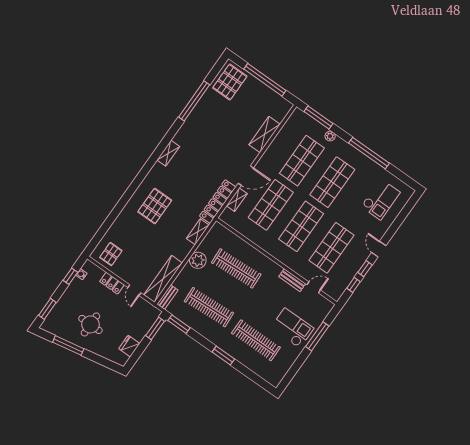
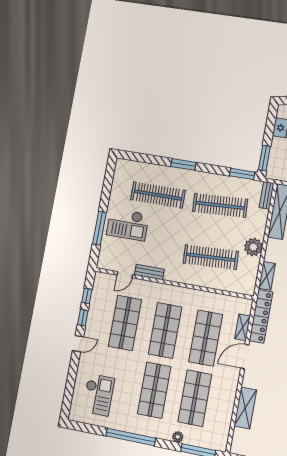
checkout: (381, 199) -> (98, 395), turned 180
door: (379, 249) -> (78, 344), hinge flipped

